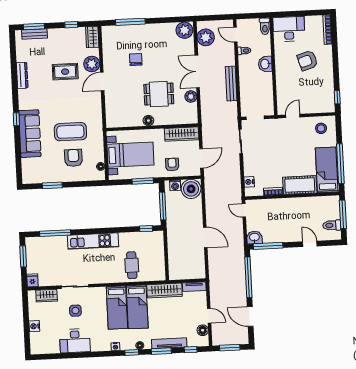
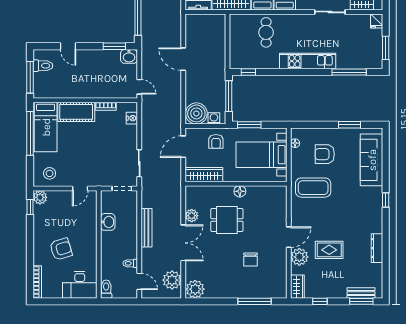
washbasin: (265, 64) -> (108, 222), moved
plant: (329, 106) -> (40, 197), added
coffee table: (70, 132) -> (313, 188), moved
sofa: (30, 134) -> (372, 160), moved
armchair: (73, 158) -> (325, 154), turned 90
window: (268, 246) -> (114, 46), width x0.69

